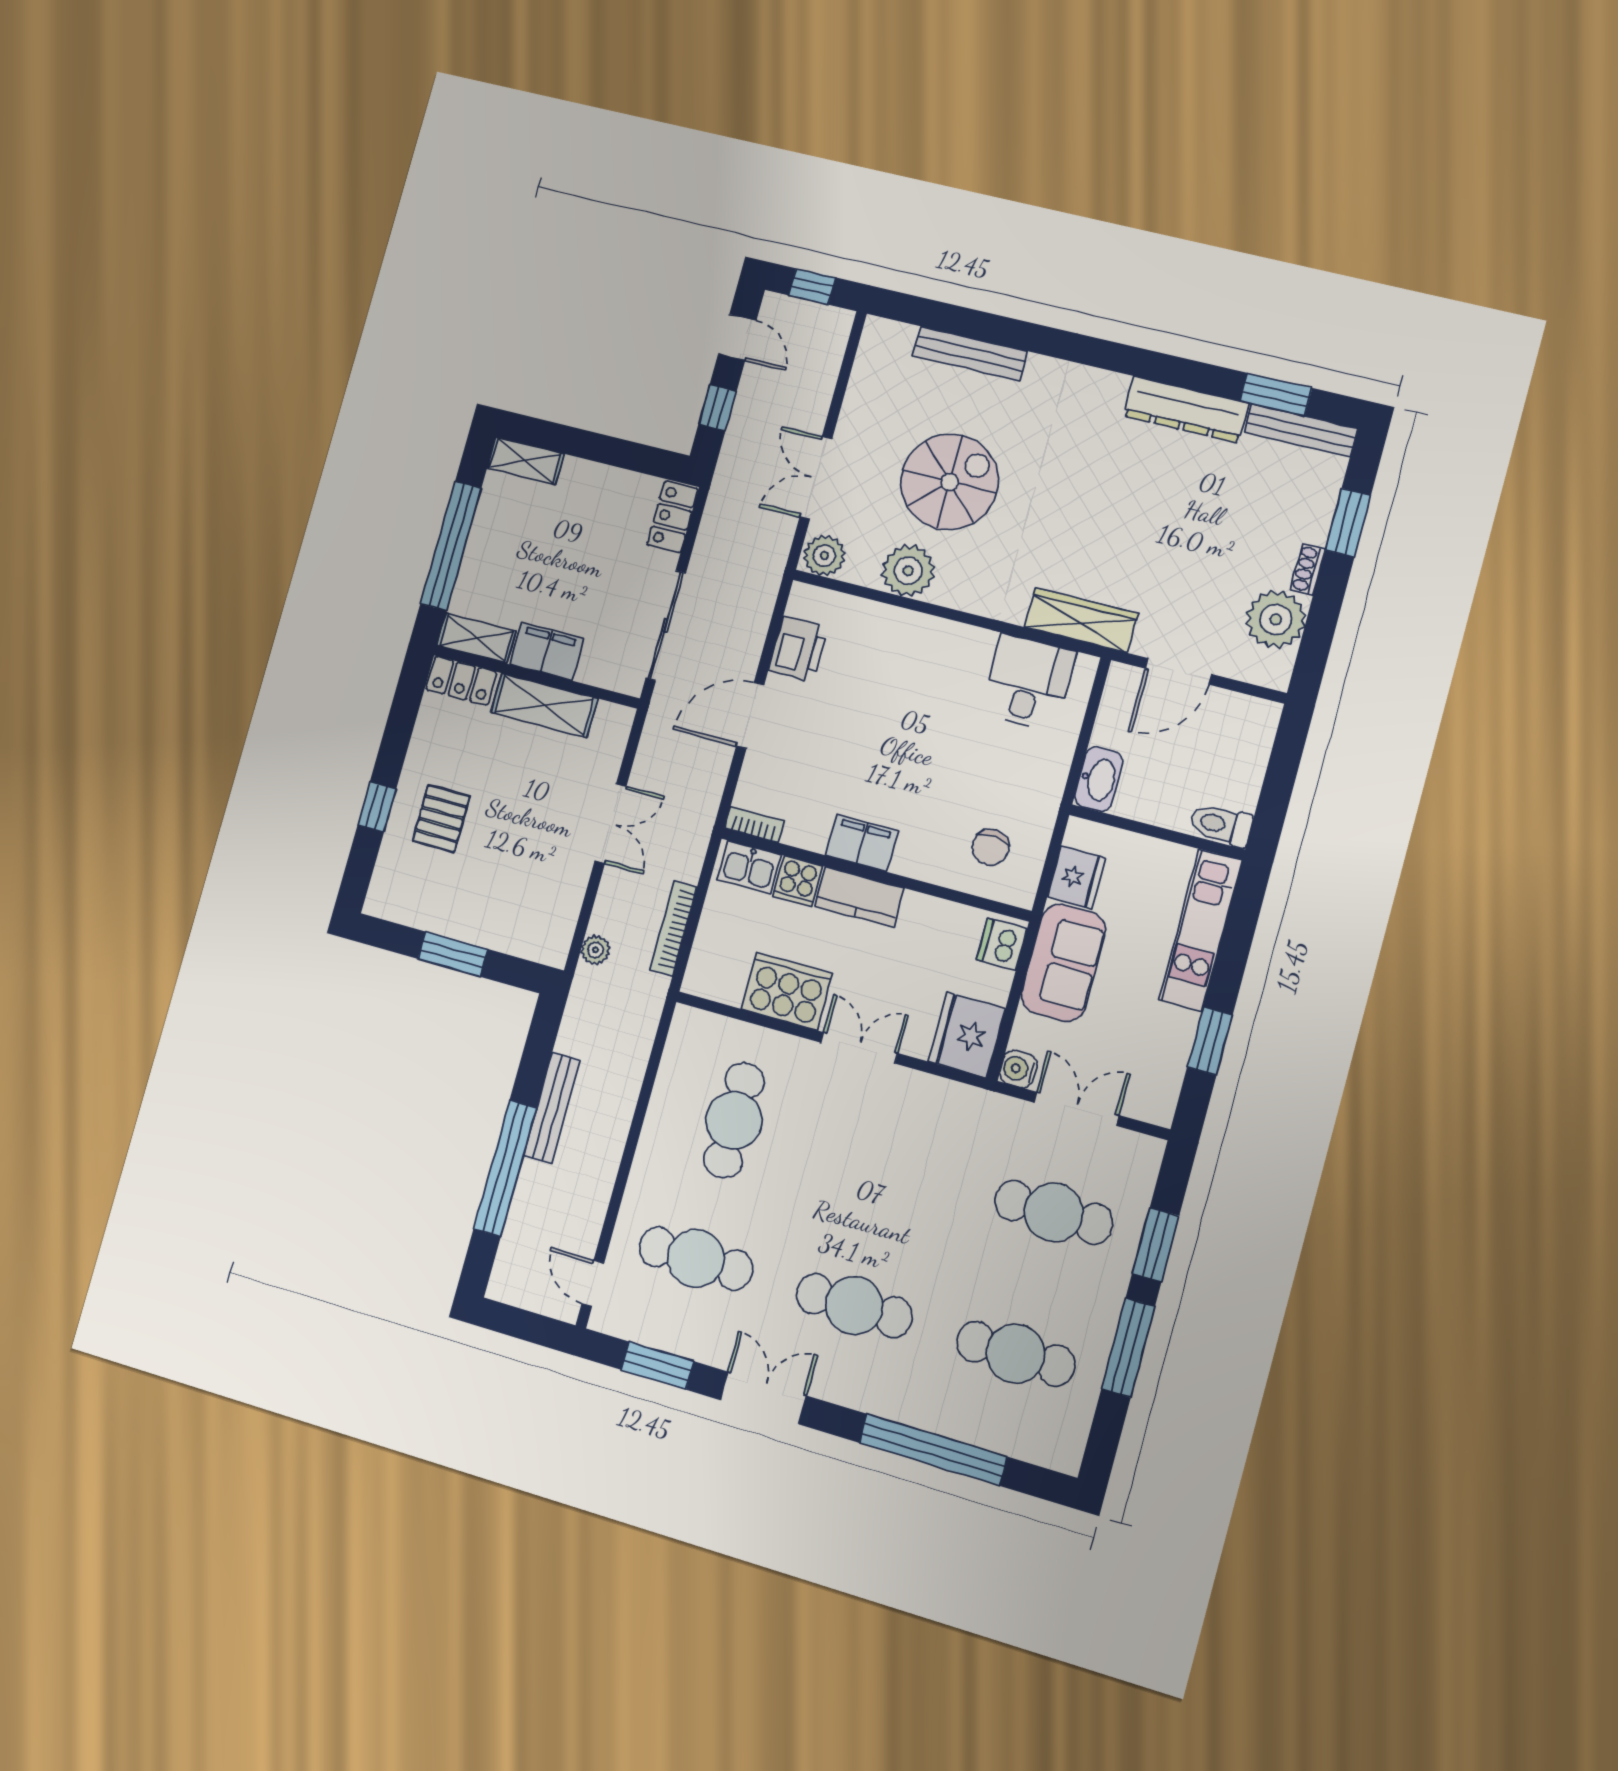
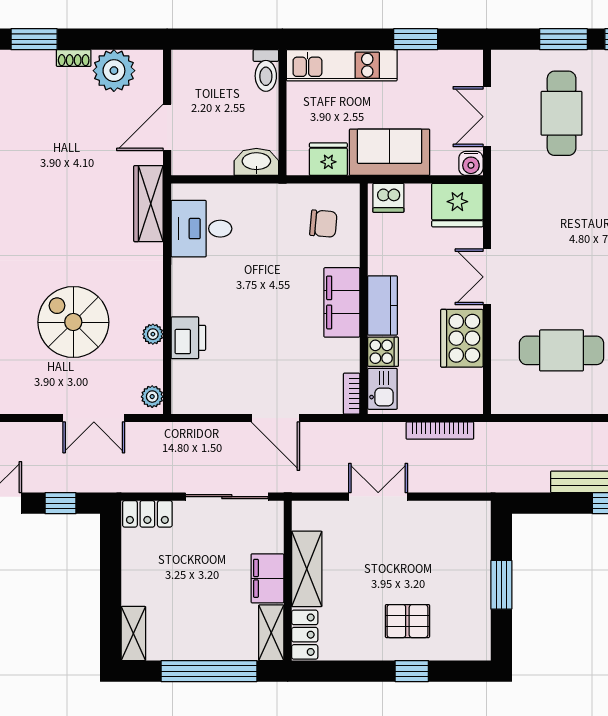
plant: (824, 556) -> (152, 397), width x0.73, depth x0.73
plant: (908, 571) -> (153, 334), width x0.53, depth x0.53
printer: (798, 649) -> (188, 338), moved, turned 90
door: (1178, 671) -> (167, 127), swing flipped
filing cabinet: (862, 843) -> (342, 302), width x1.50, depth x1.17
plant: (595, 950) -> (470, 482), removed

